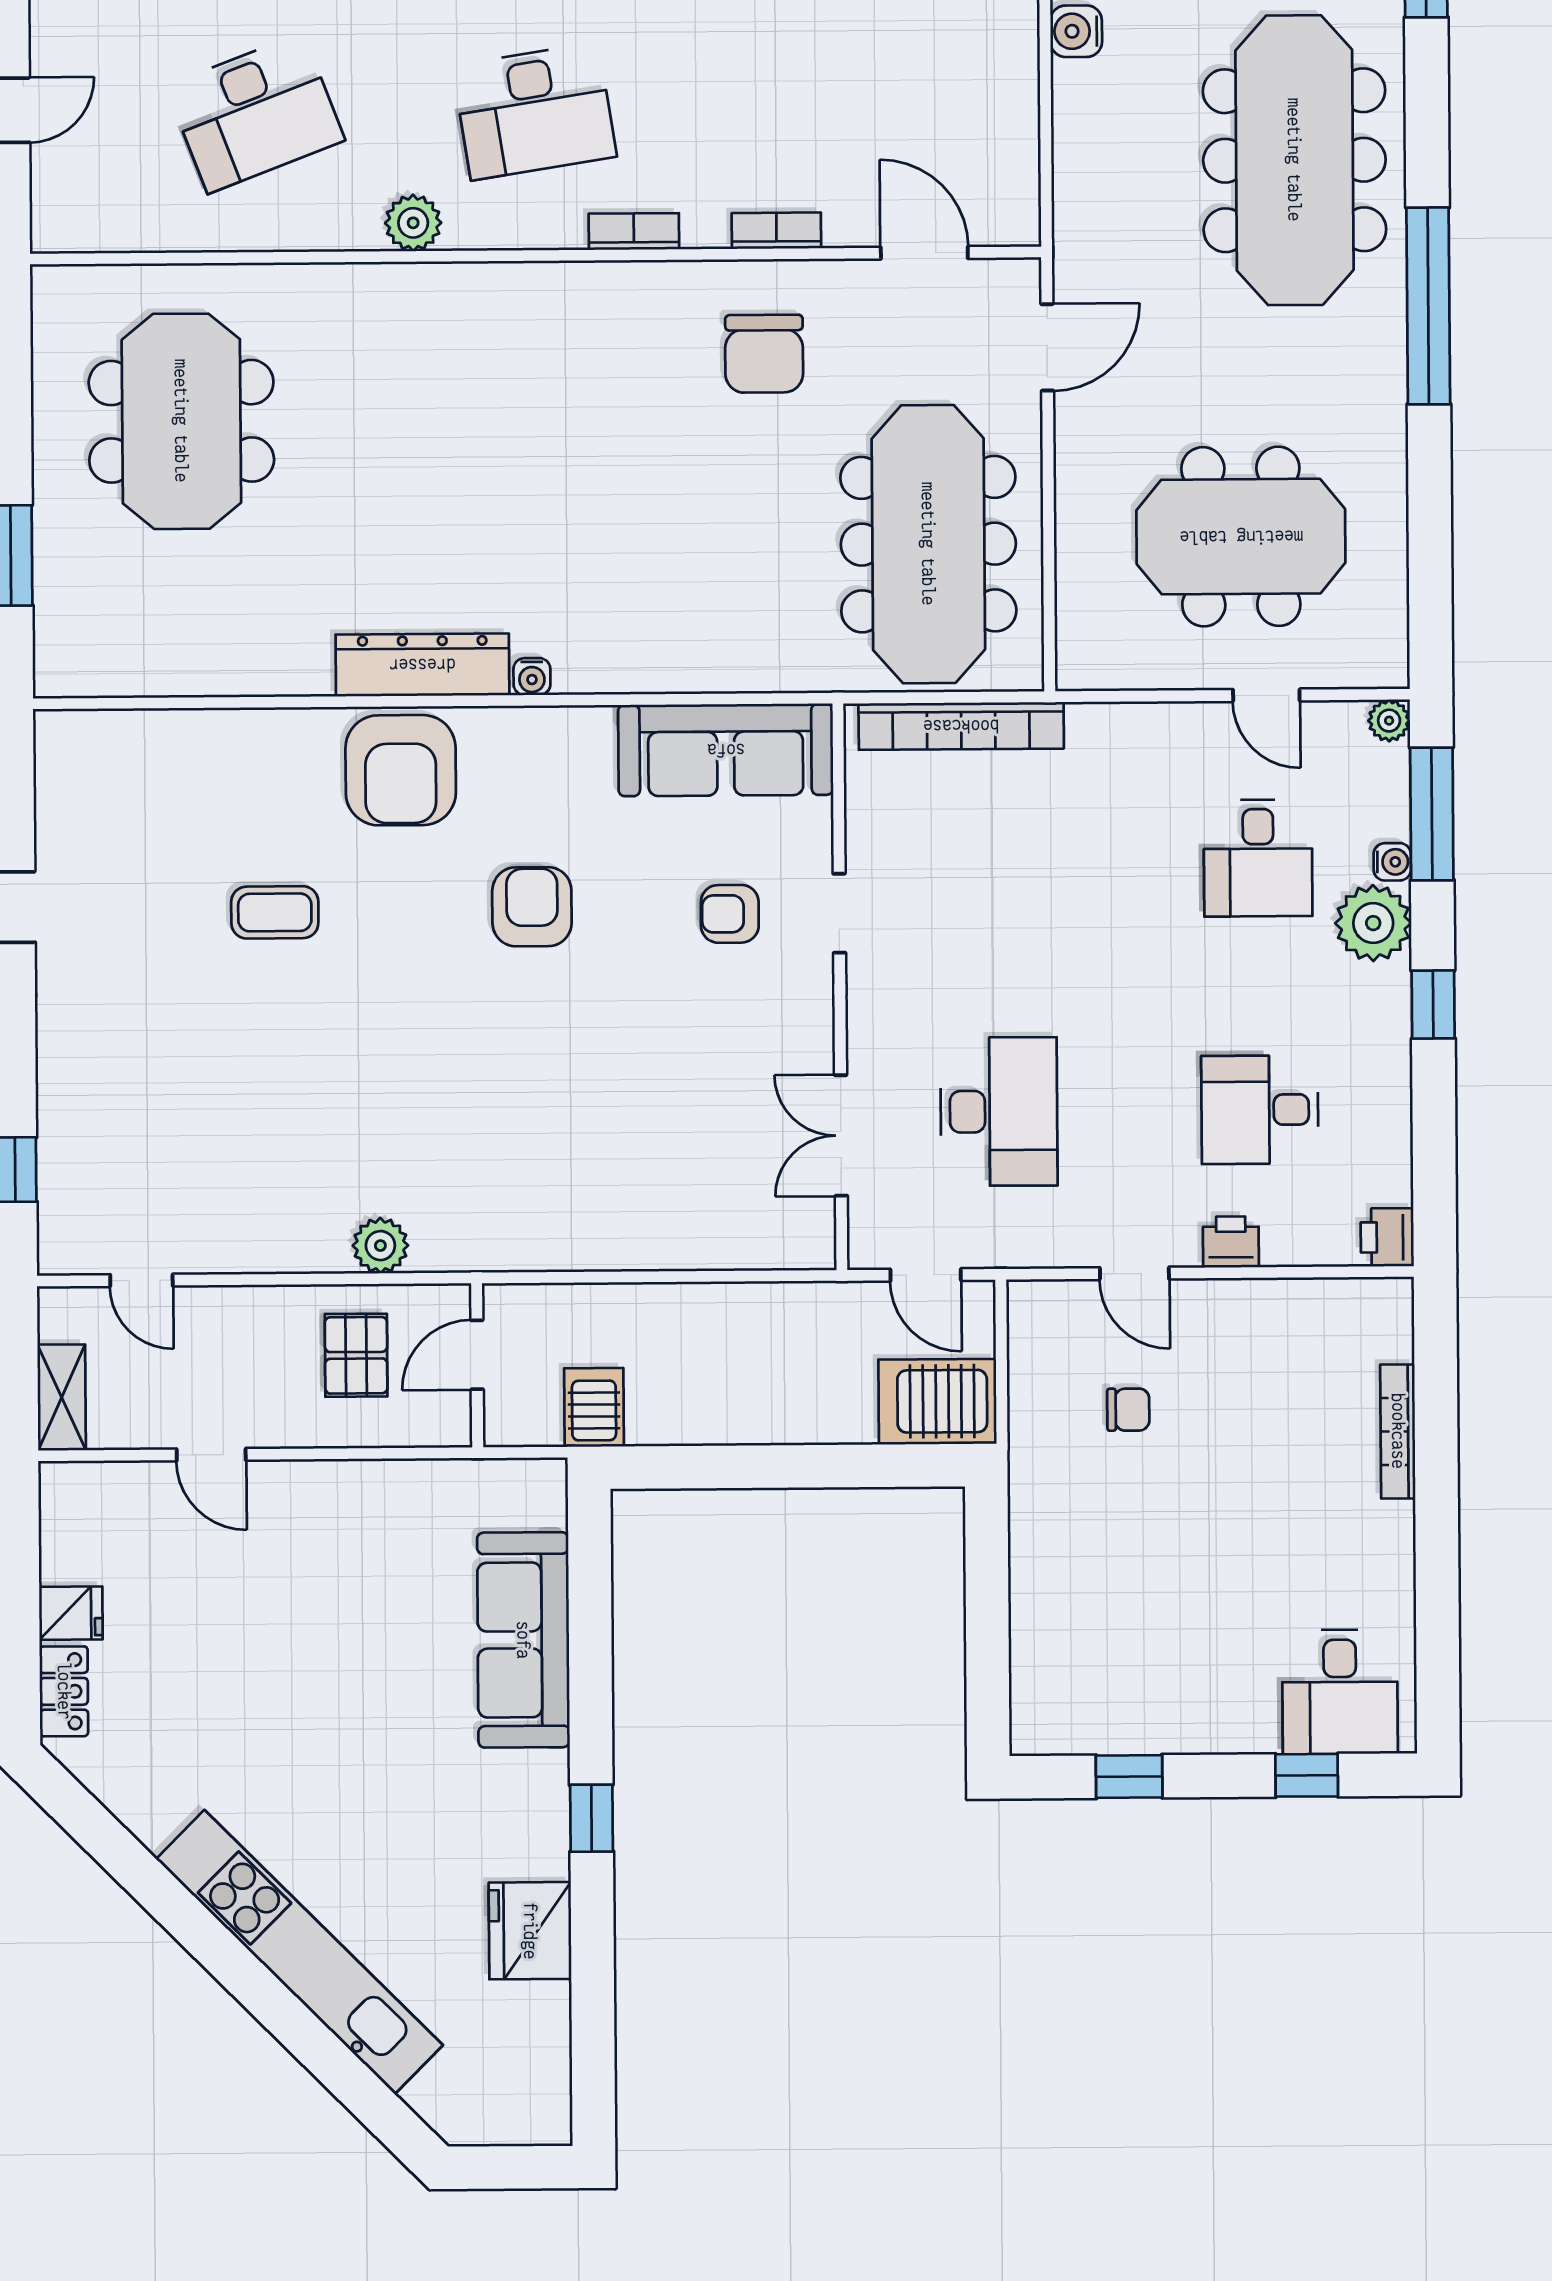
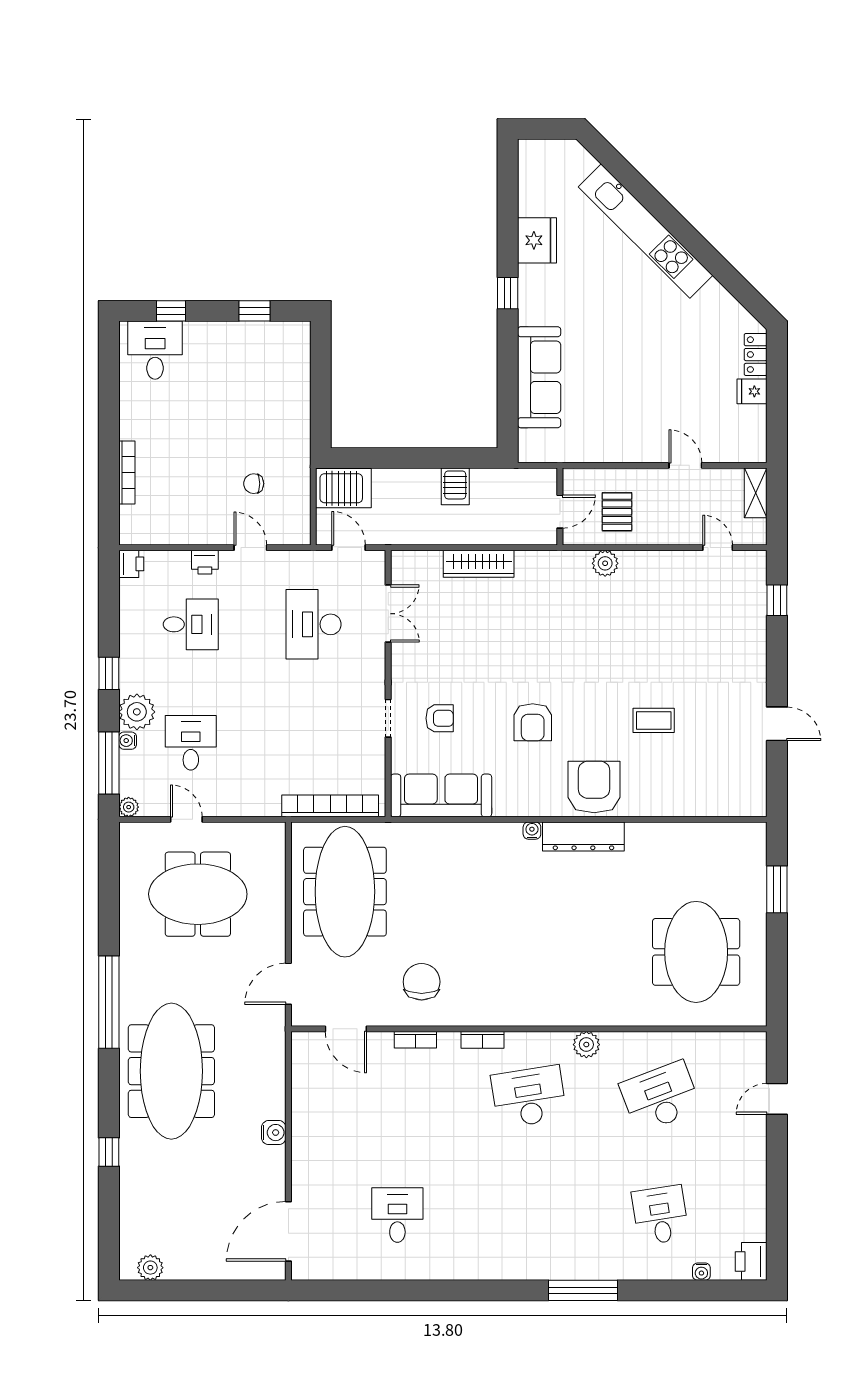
wardrobe: (649, 1243) -> (479, 564), added
server rack: (594, 1407) -> (455, 486), moved

